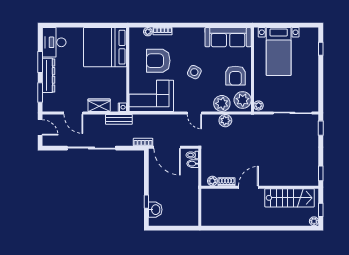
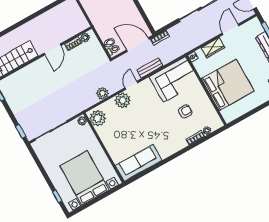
bed: (105, 47) -> (228, 85), moved
bed with nightstands: (279, 51) -> (85, 178), width x1.36
armchair: (158, 61) -> (185, 111), width x0.53, depth x0.53
side table: (194, 72) -> (150, 119), removed
armchair: (235, 76) -> (115, 135), removed
plant: (222, 103) -> (123, 100), moved
door: (73, 113) -> (231, 29), hinge flipped
door: (194, 113) -> (131, 85), hinge flipped
bench: (119, 119) -> (150, 68), moved

